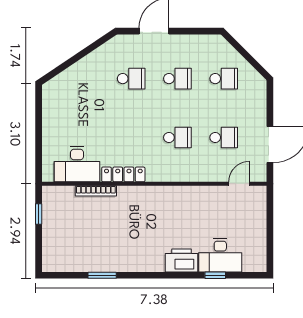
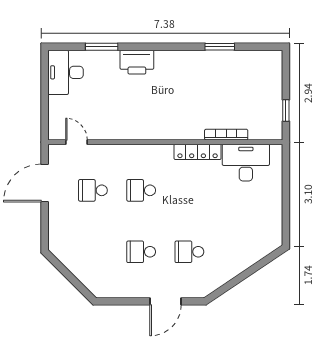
school desk: (224, 79) -> (93, 252), removed
door: (239, 184) -> (76, 142), swing flipped
desk: (220, 255) -> (66, 72), moved, turned -90
window: (215, 275) -> (102, 47), width x1.50

